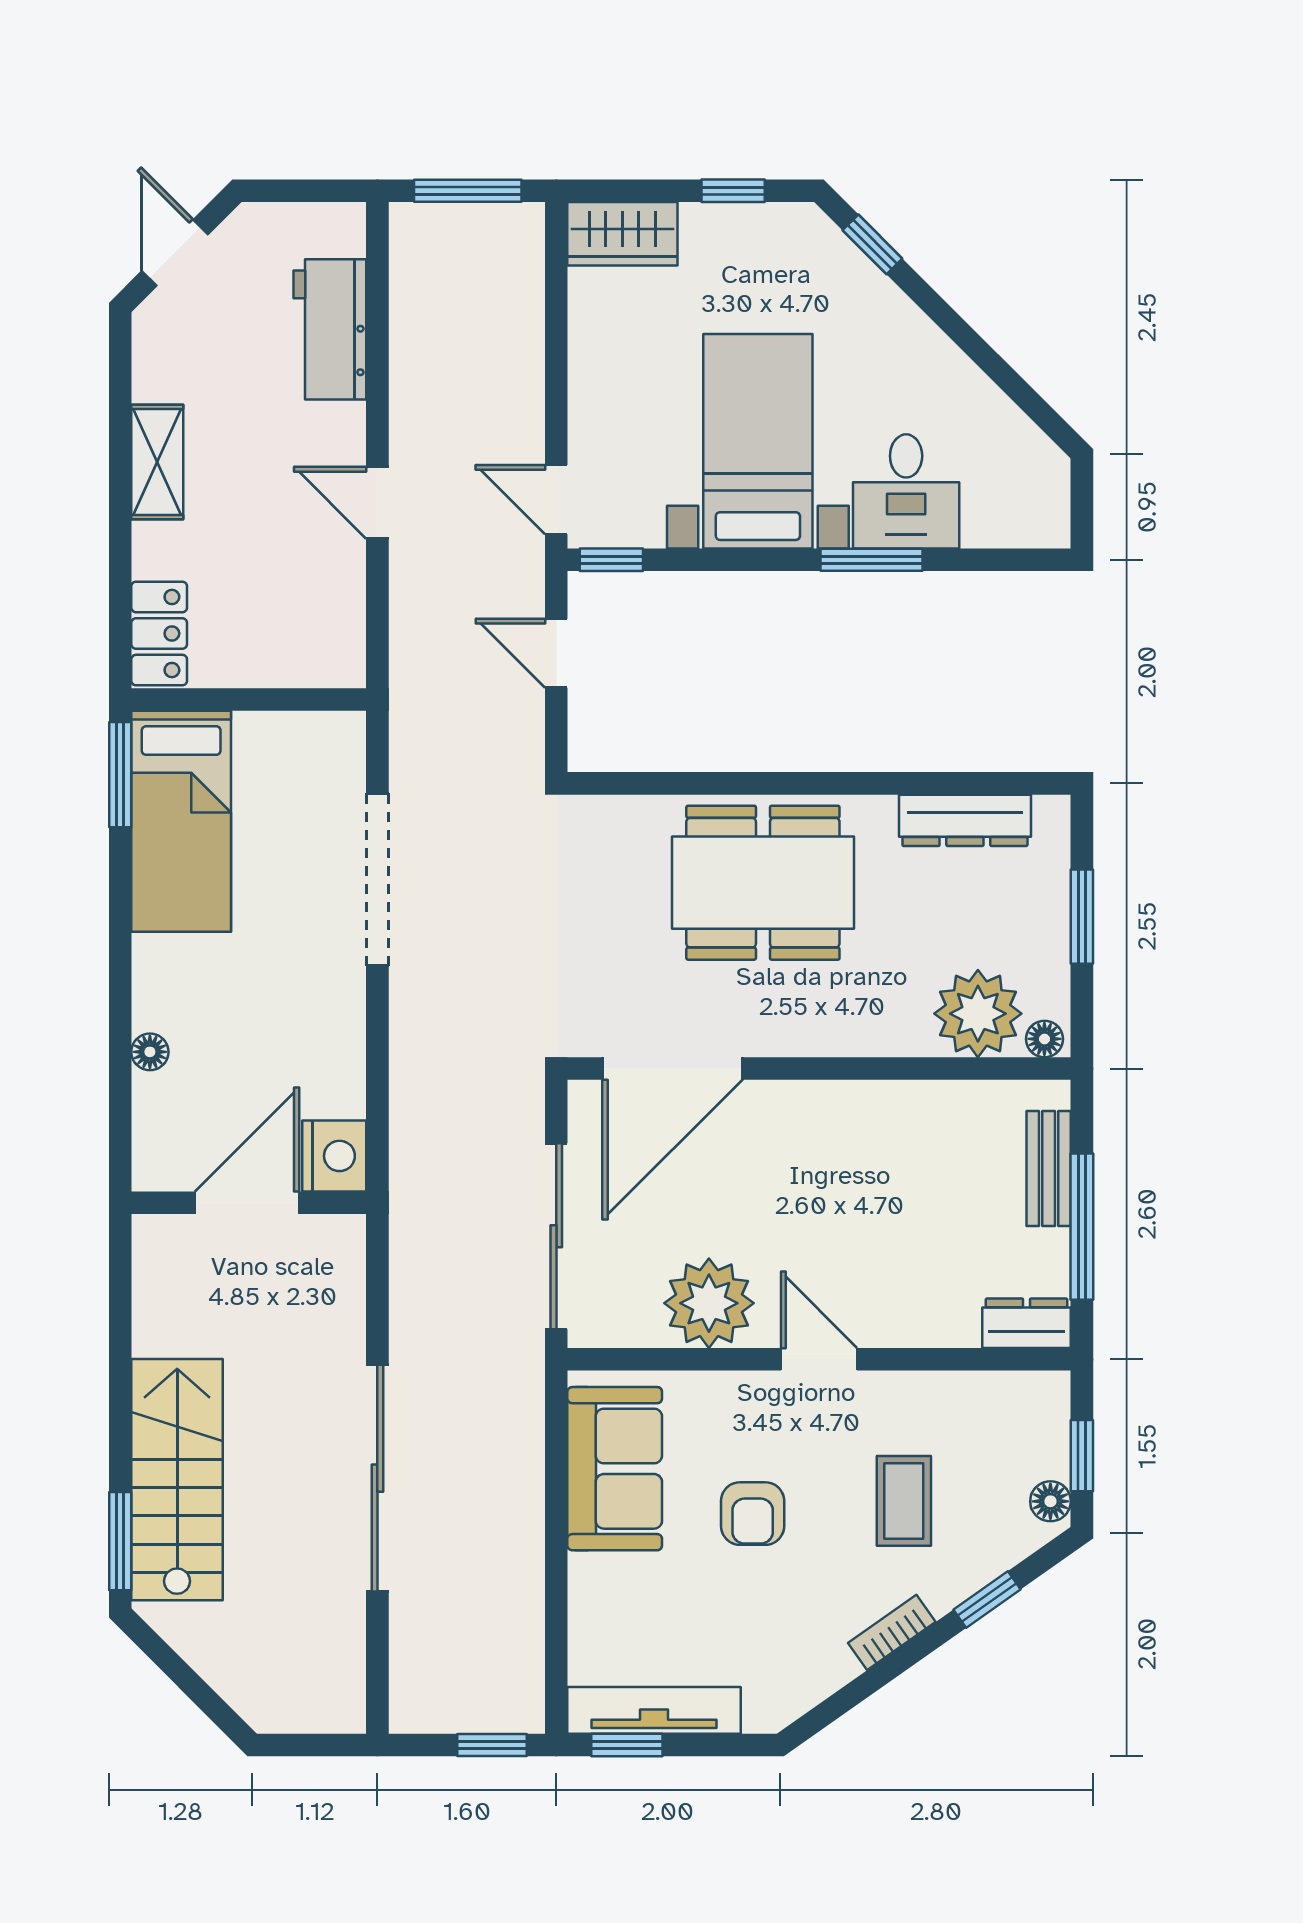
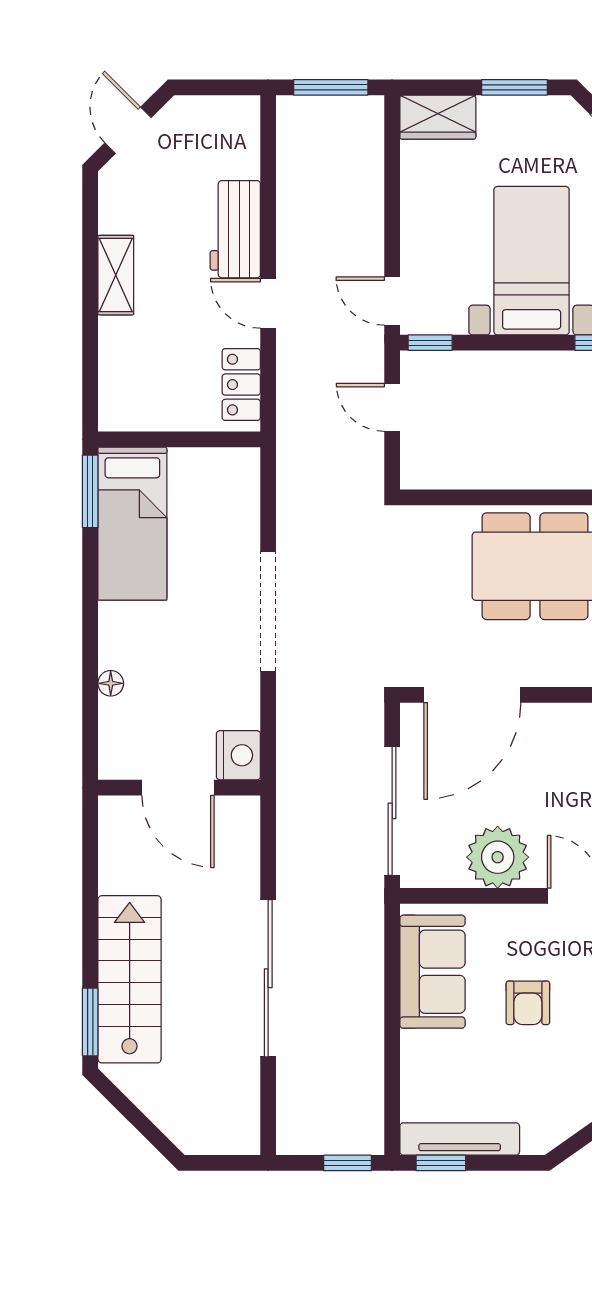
window: (733, 191) -> (514, 87), width x1.50
workbench: (330, 329) -> (235, 229), moved
locker: (159, 634) -> (241, 385), moved, turned 180
doorway: (377, 880) -> (268, 612), moved
door: (247, 1203) -> (178, 788), swing flipped

